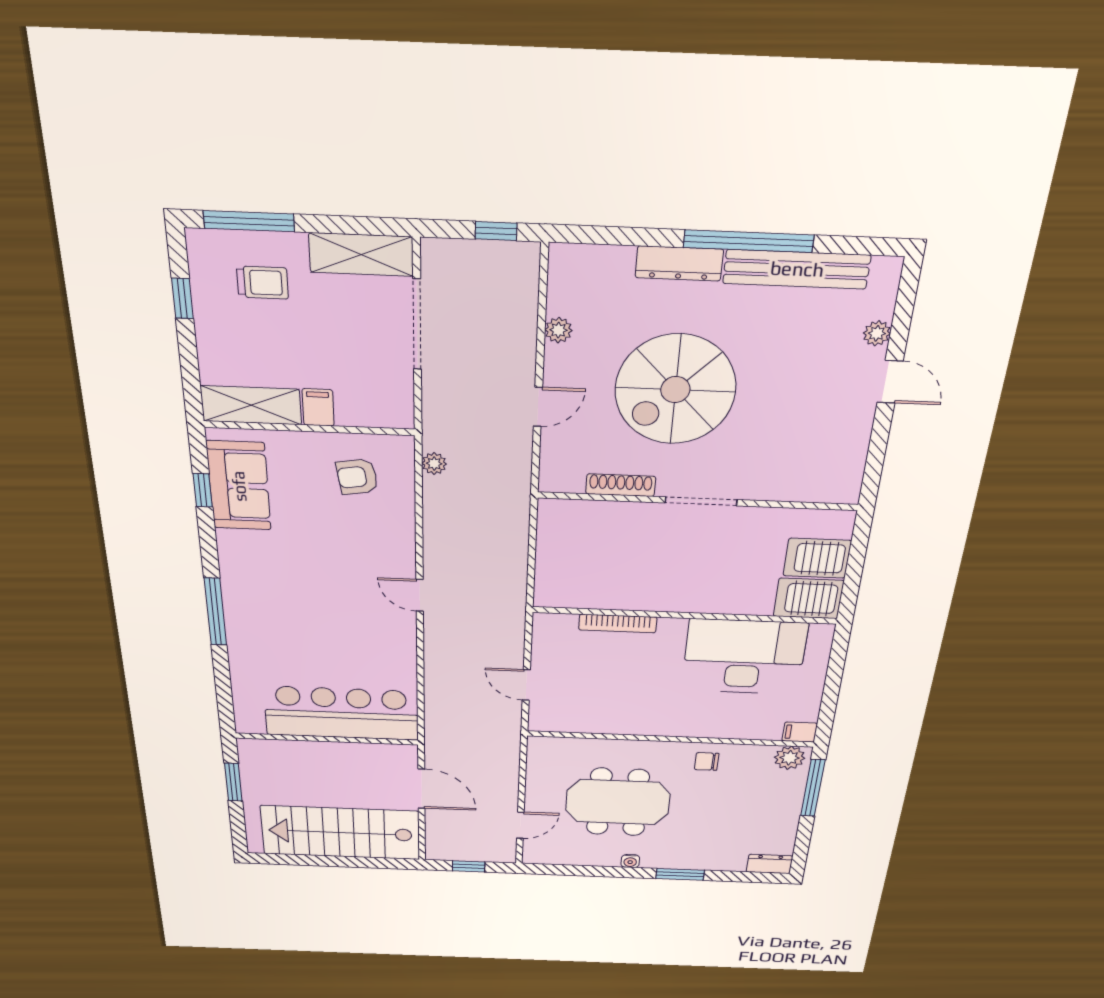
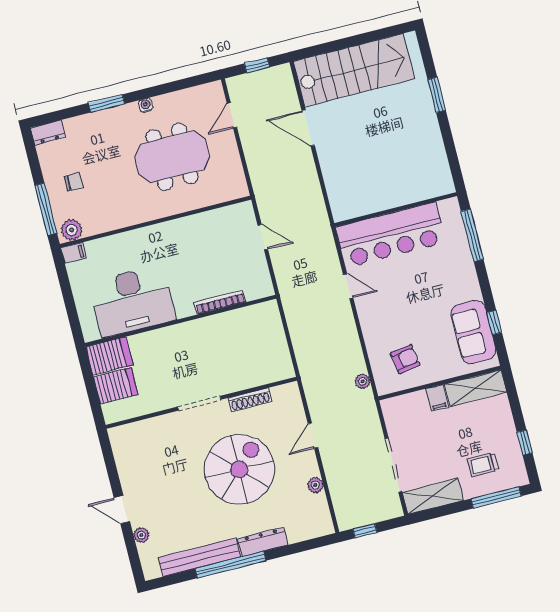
bar counter: (342, 713) -> (391, 235), moved
wall: (327, 739) -> (396, 210), moved
chair: (707, 761) -> (74, 182), moved

